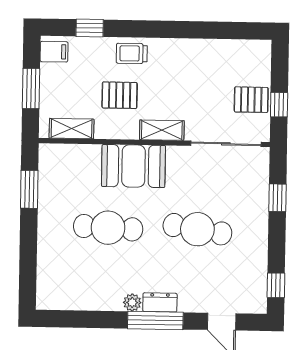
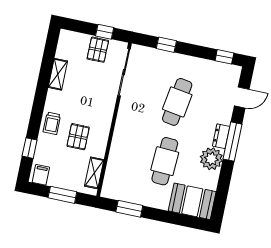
shelving: (162, 130) -> (58, 74), moved
booth: (133, 166) -> (192, 201), moved, turned 90
plant: (132, 302) -> (211, 159), width x1.88, depth x1.88

